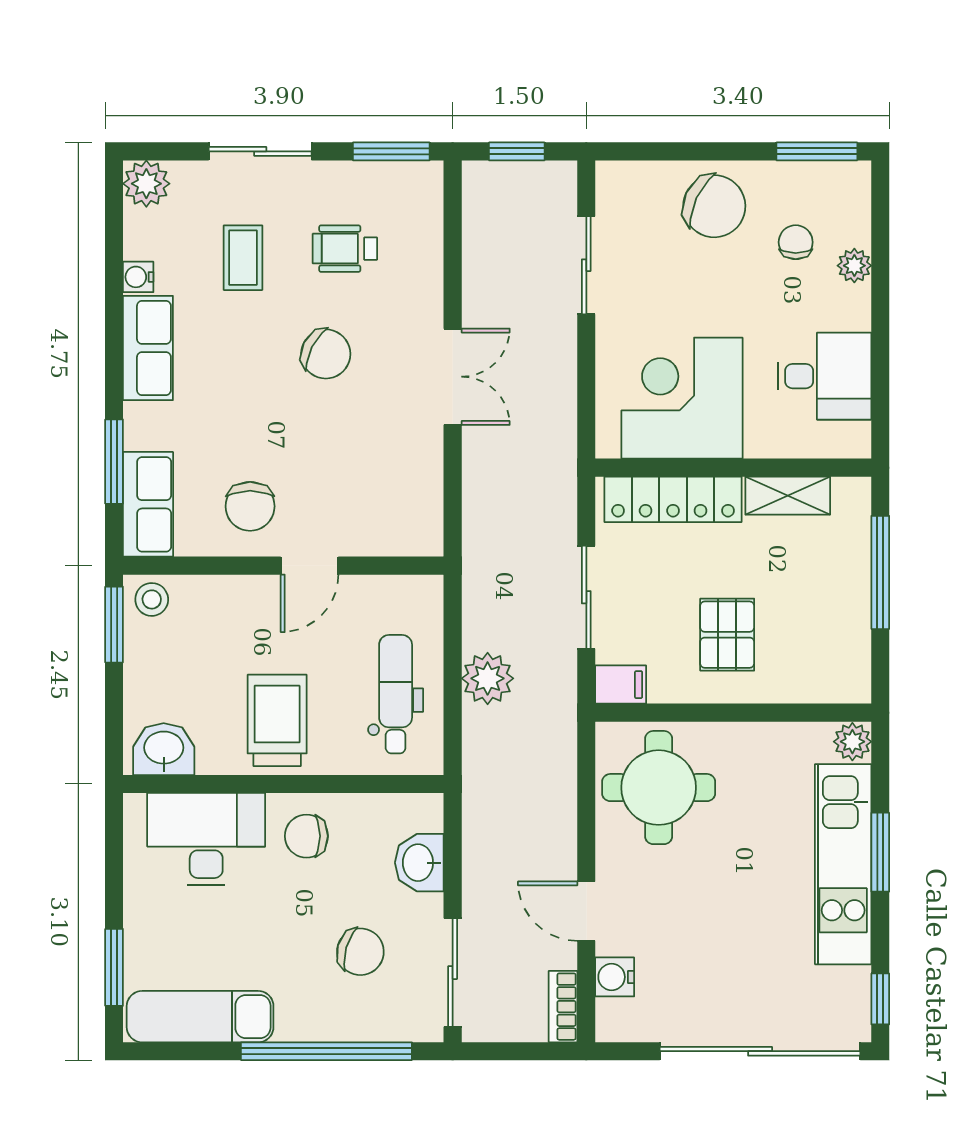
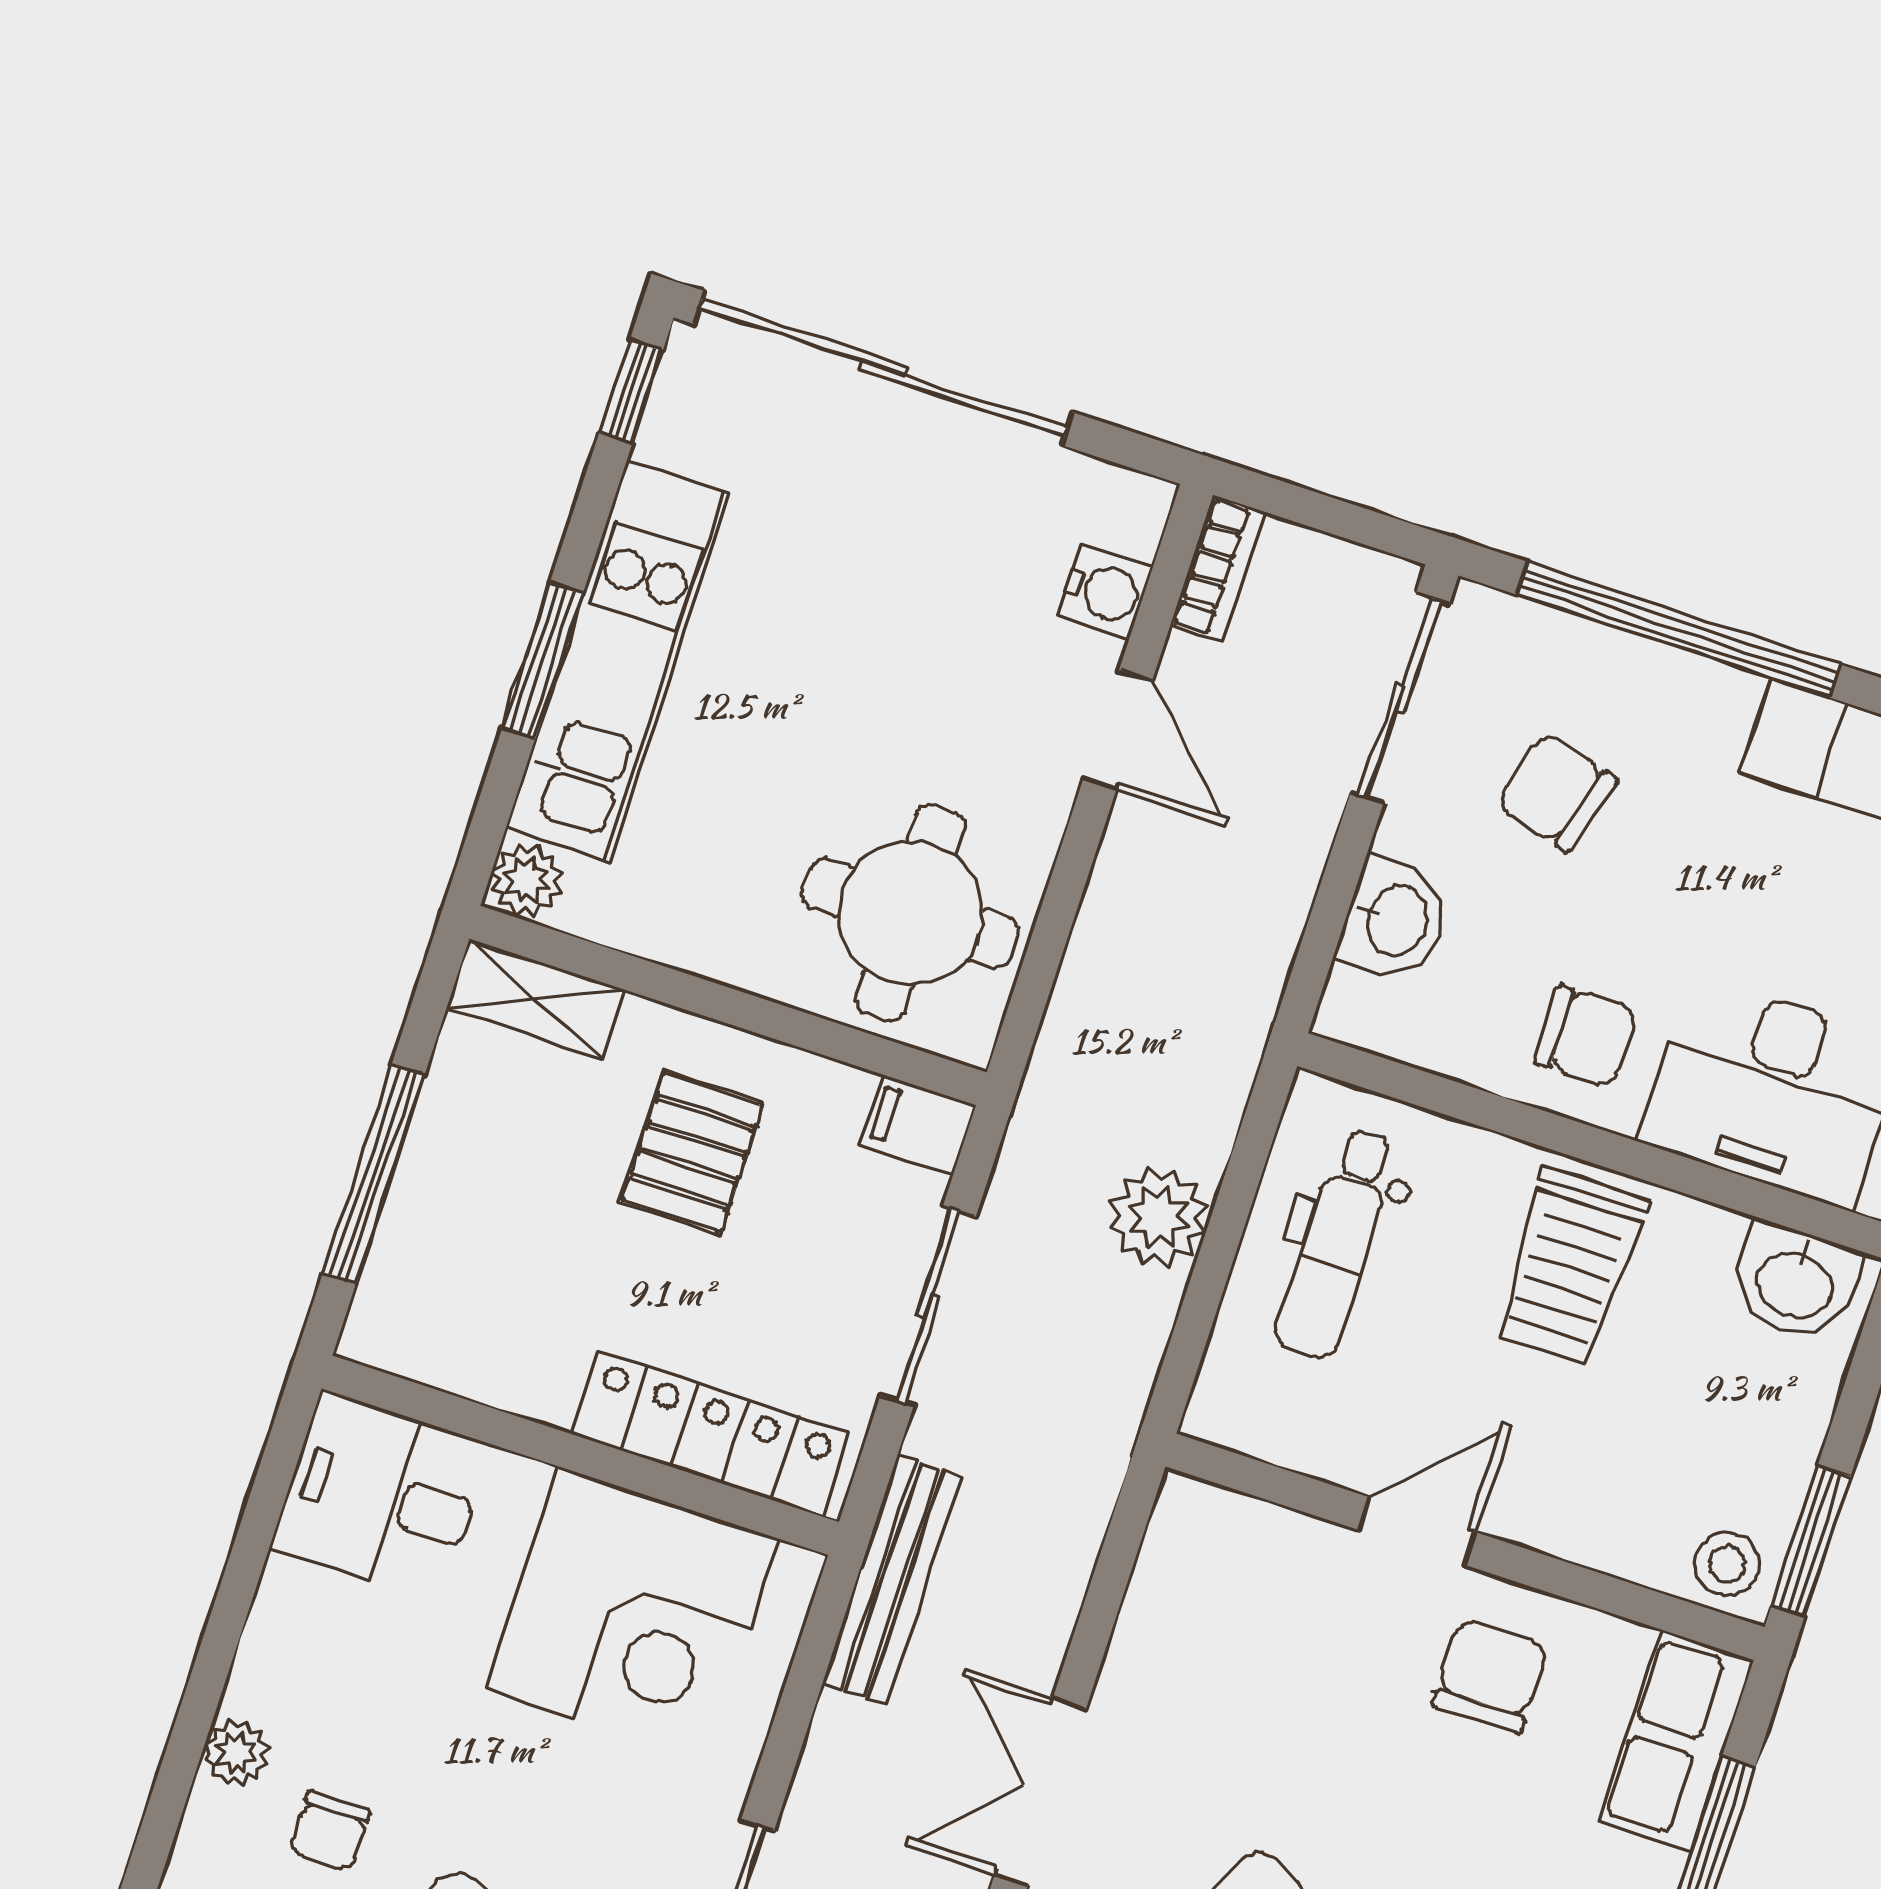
desk: (824, 376) -> (381, 1496), moved
bench: (560, 457) -> (892, 1580), added
shelving: (788, 496) -> (536, 999), moved

